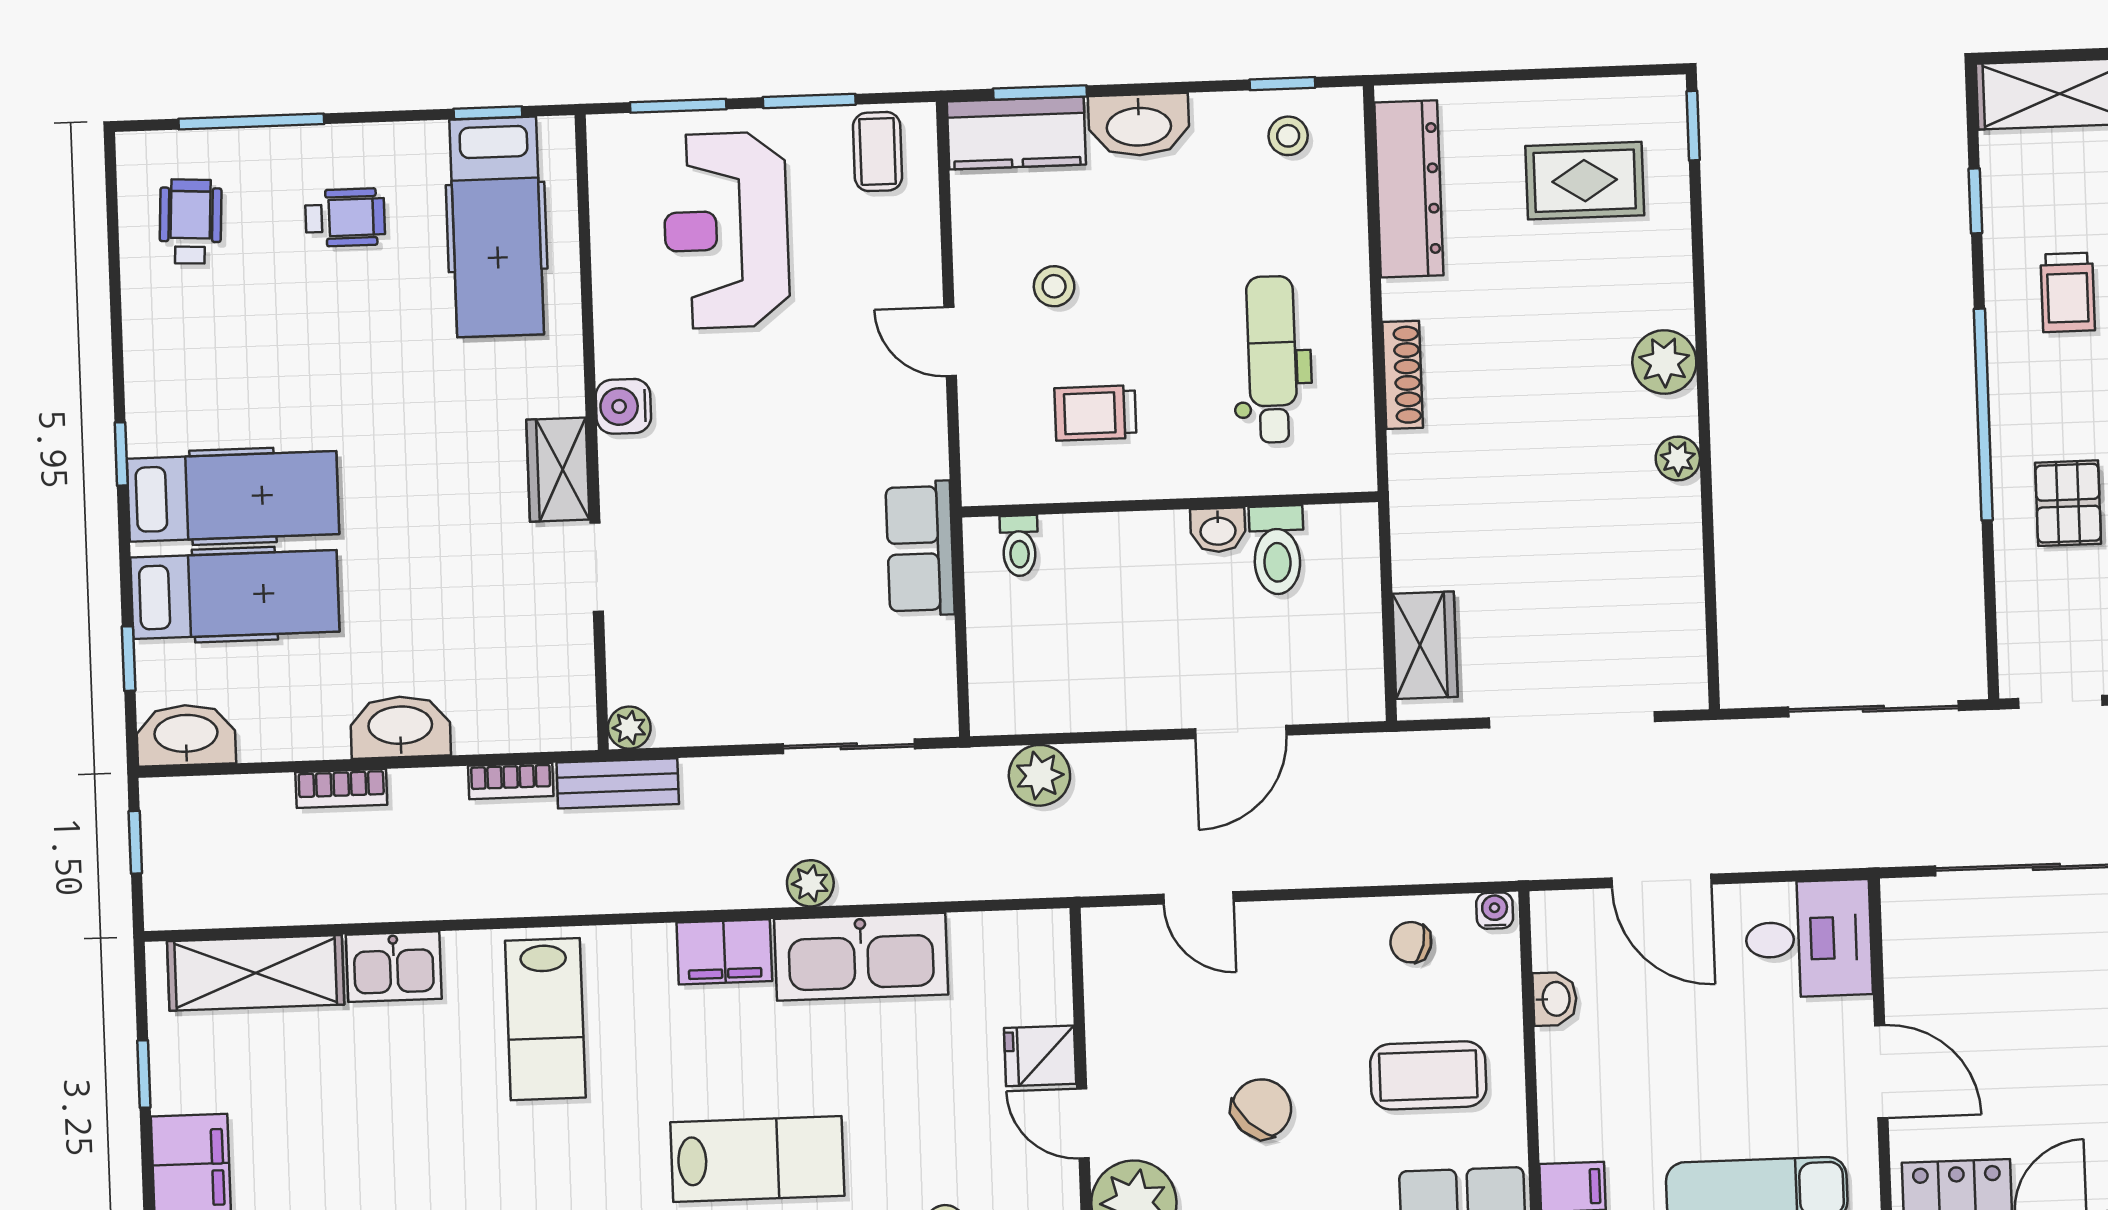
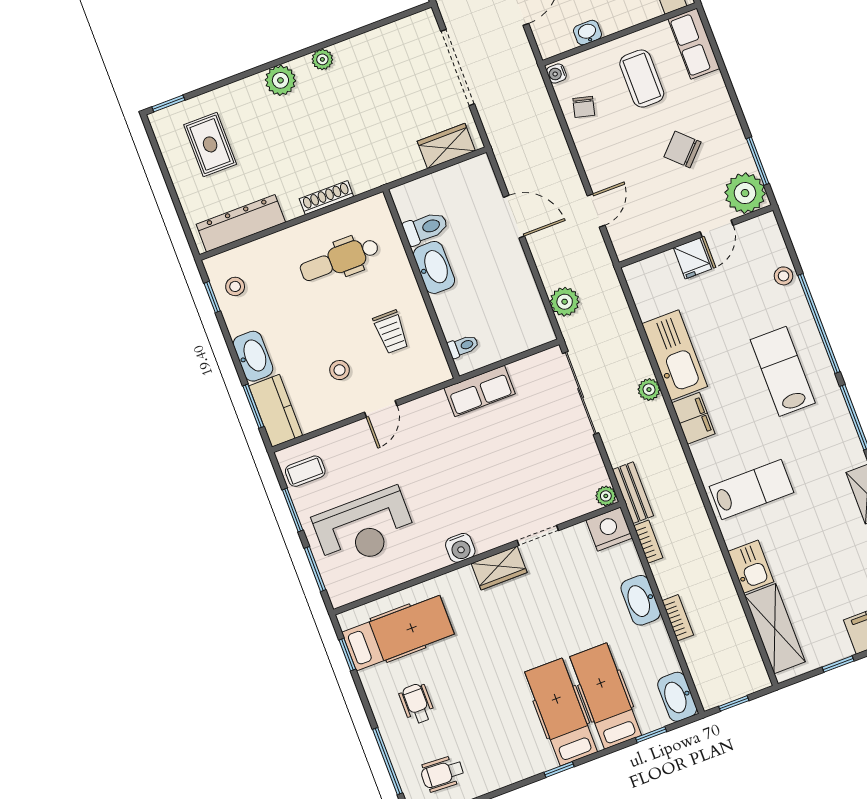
washbasin: (1218, 530) -> (434, 267), width x1.91, depth x1.45
nightstand: (562, 712) -> (609, 529), added
sliding door: (849, 746) -> (581, 393), width x1.37

